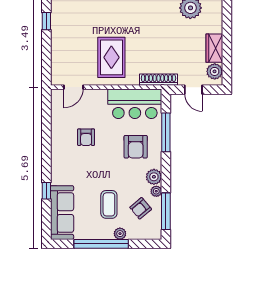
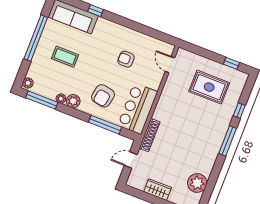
rug: (111, 57) -> (209, 87), moved
plant: (215, 71) -> (139, 183), removed
armchair: (136, 147) -> (103, 96), turned -79
armchair: (141, 208) -> (52, 81), removed
plant: (120, 234) -> (28, 83), moved

